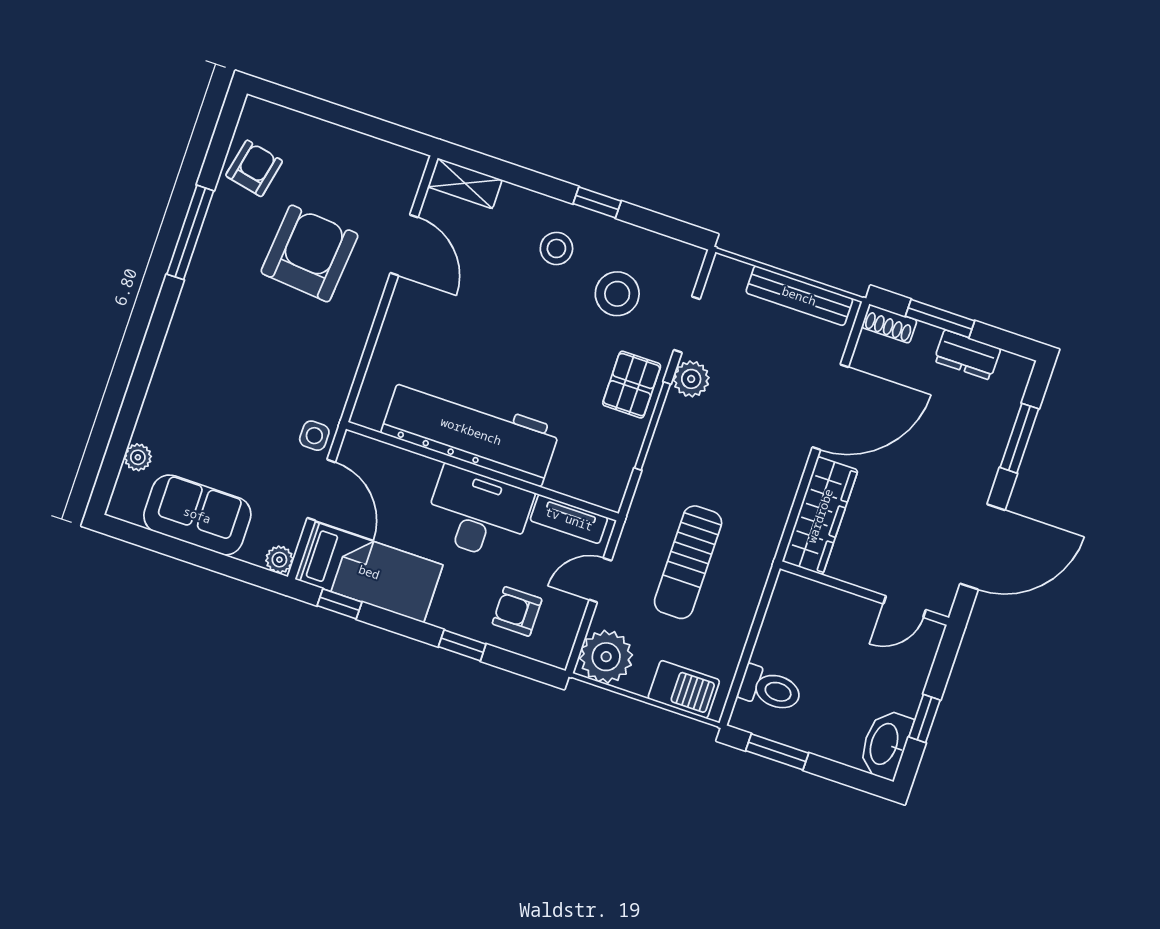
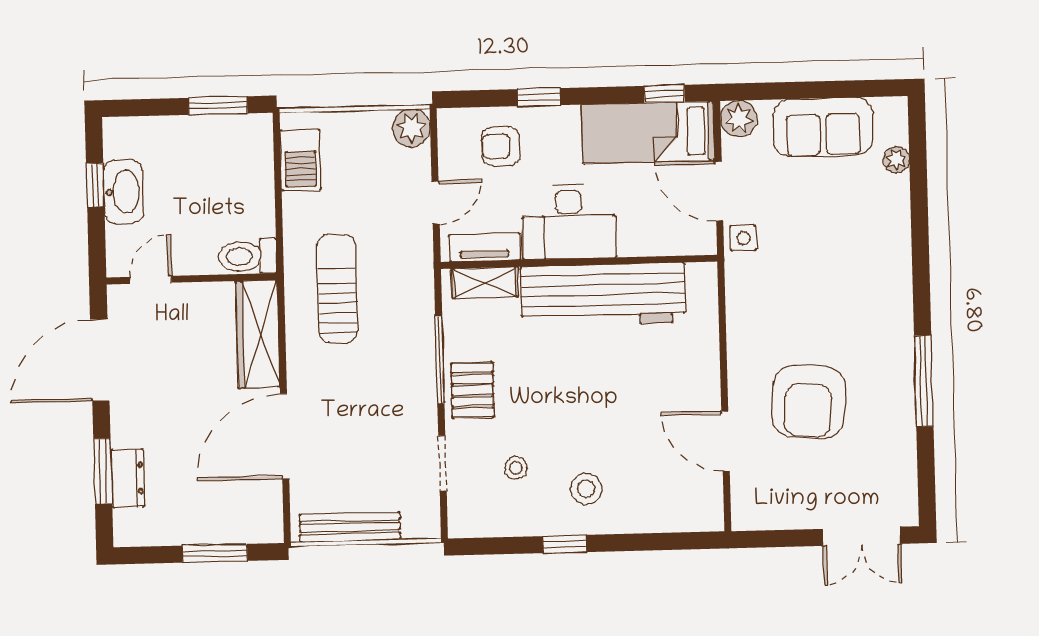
double door: (306, 104) -> (862, 536), added
armchair: (254, 168) -> (887, 460), removed
shelving: (465, 183) -> (485, 283), moved
stool: (617, 294) -> (516, 468), width x0.53, depth x0.53
shoe rack: (889, 324) -> (259, 532), removed
dresser: (967, 355) -> (128, 478), moved, turned 90
plant: (691, 379) -> (420, 415), removed
plant: (279, 560) -> (739, 119), width x1.38, depth x1.38
sun lounger: (688, 562) -> (337, 289), moved
armchair: (517, 611) -> (501, 146), turned 180
plant: (606, 657) -> (411, 128), width x0.73, depth x0.73
barbecue: (684, 689) -> (301, 160), moved, turned -90
toilet: (770, 689) -> (248, 256), moved
washbasin: (885, 744) -> (123, 192), moved

